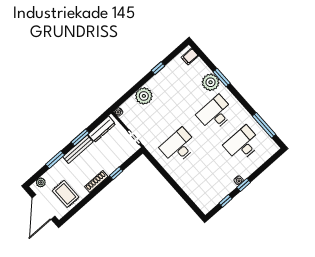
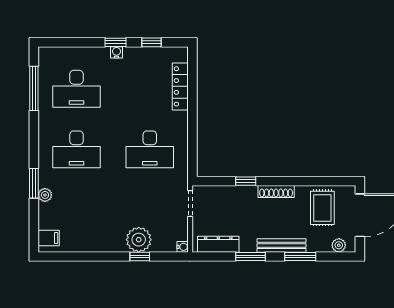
window: (158, 68) -> (140, 256), moved
plant: (211, 82) -> (45, 195), width x0.53, depth x0.53
bench: (78, 149) -> (282, 245), moved
locker: (191, 192) -> (180, 86), added

